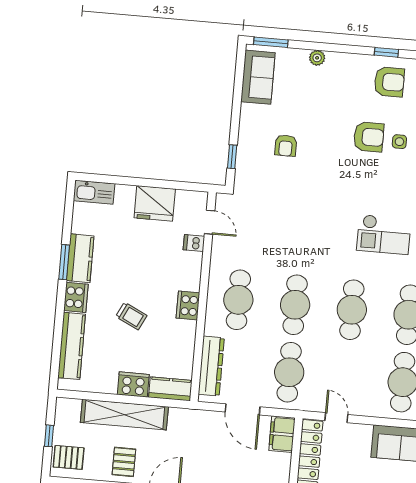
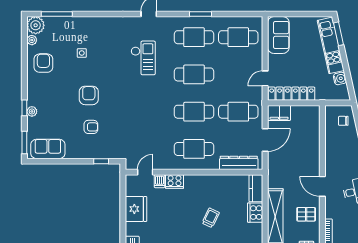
window: (386, 52) -> (24, 108), moved
armchair: (369, 137) -> (89, 95), moved
cooker: (188, 305) -> (175, 182), moved

